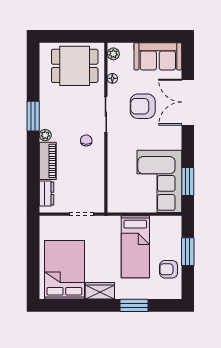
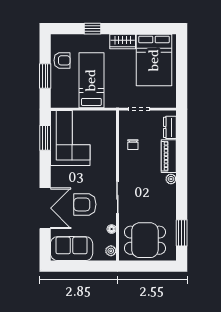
armchair: (143, 106) -> (85, 204), turned 180
window: (33, 116) -> (182, 233), moved
chair: (86, 140) -> (133, 145), moved
window: (134, 305) -> (92, 29), width x0.67

